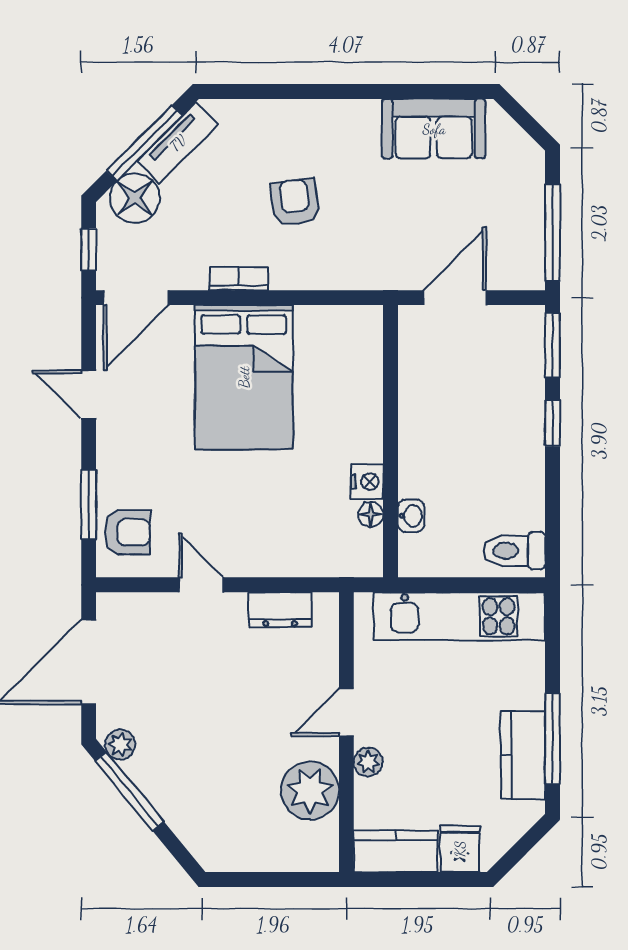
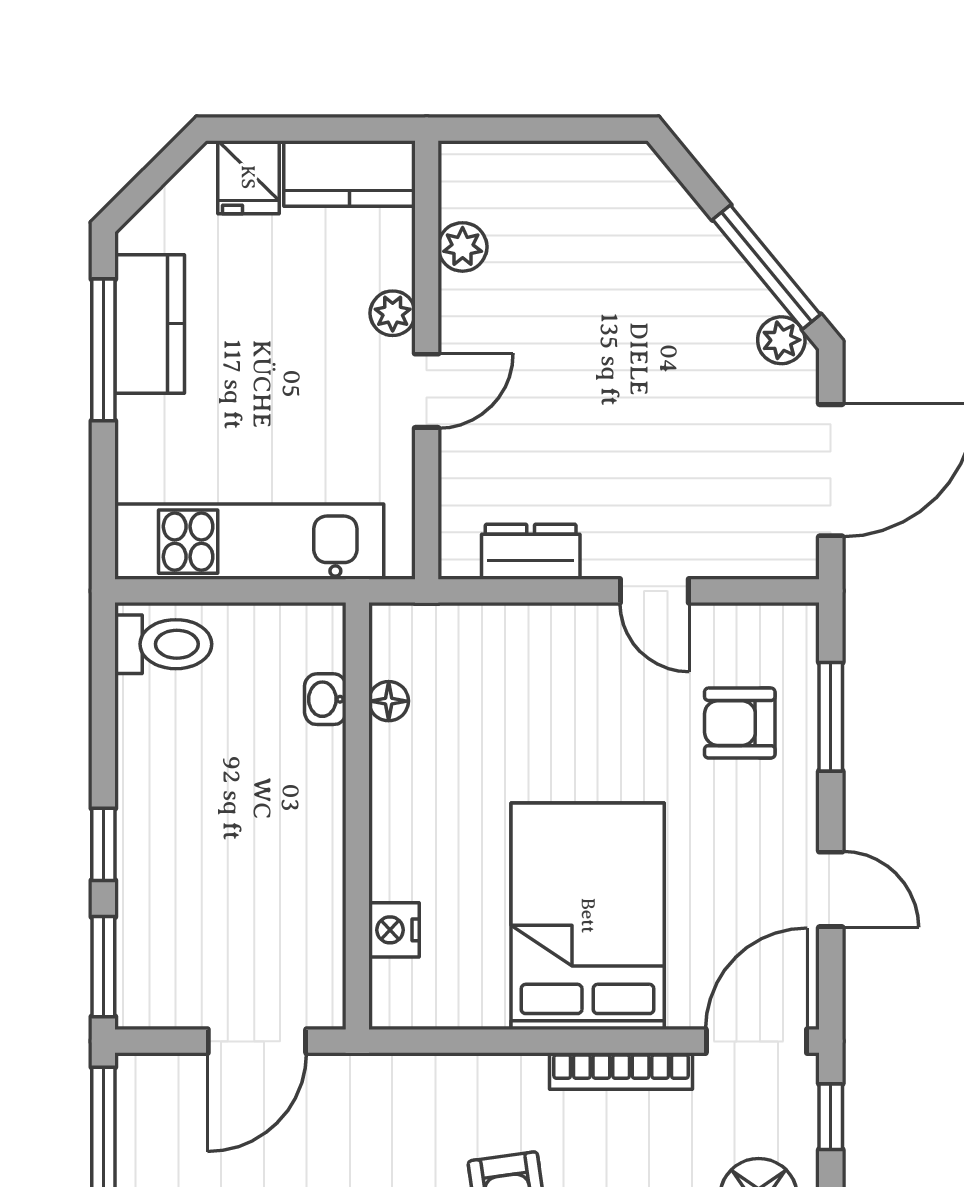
bookcase: (239, 279) -> (621, 1071), width x1.56
nightstand: (367, 482) -> (394, 930), moved
armchair: (127, 532) -> (740, 723), moved
plant: (310, 791) -> (463, 247), width x0.53, depth x0.53

